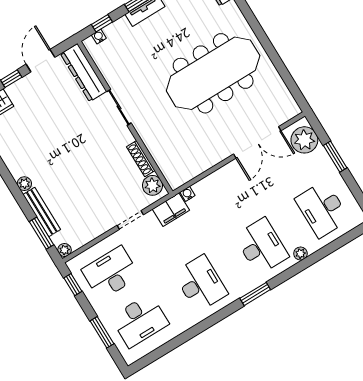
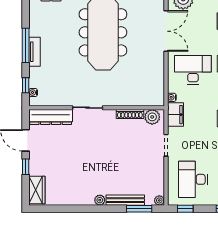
desk: (232, 199) -> (193, 70), added

